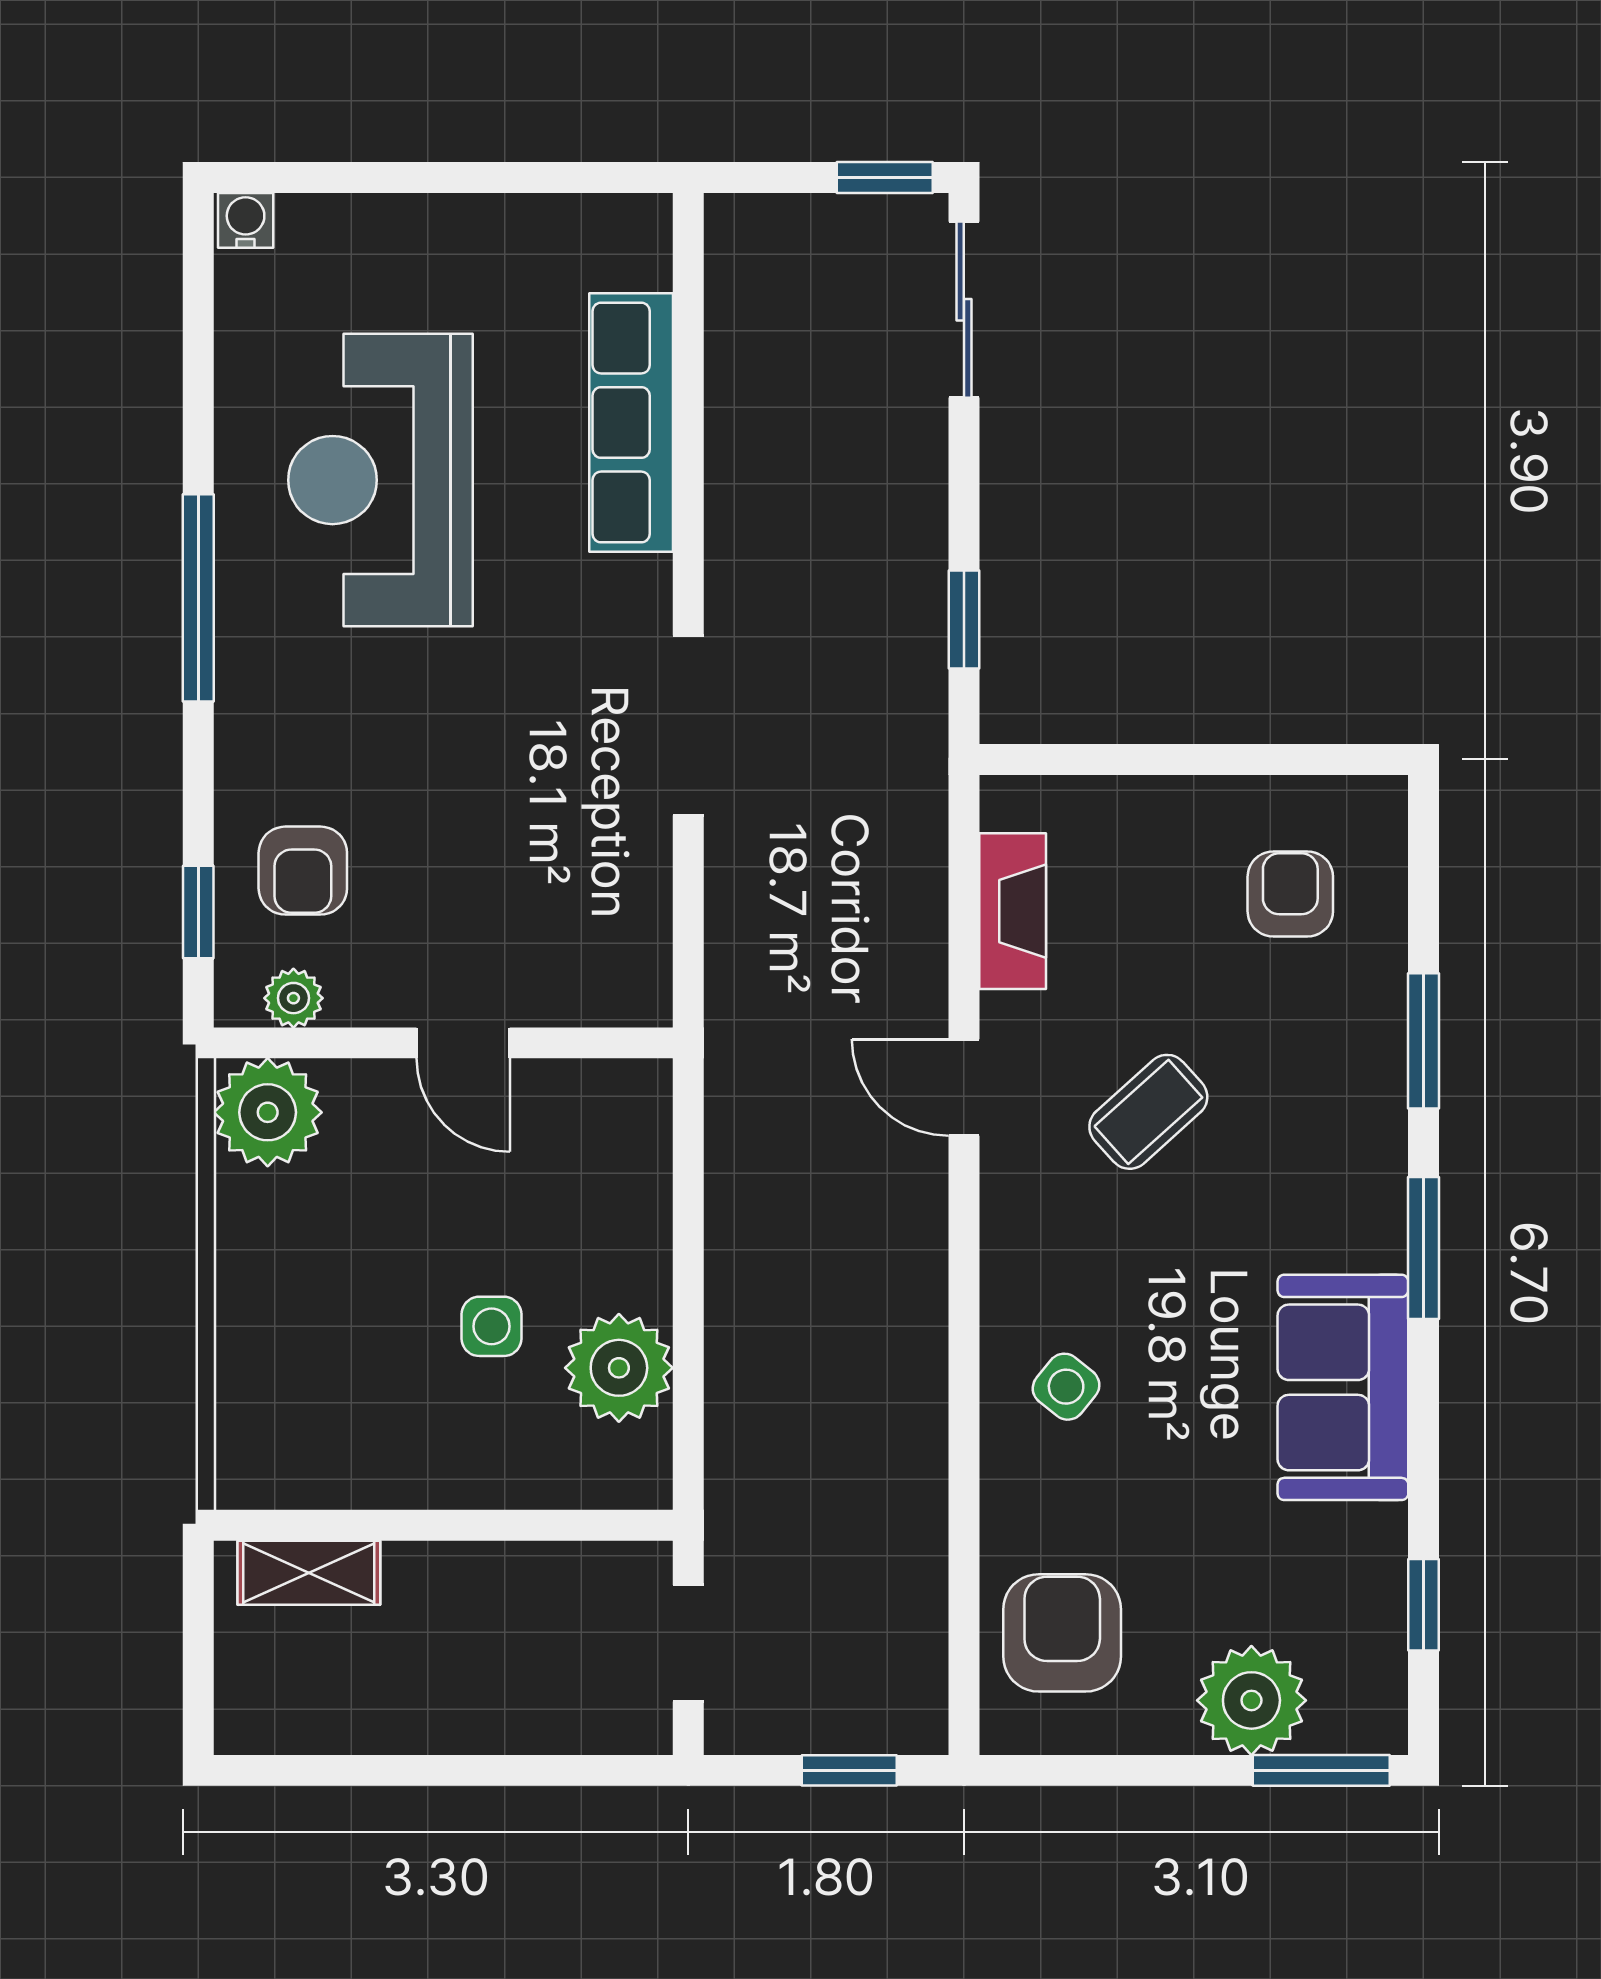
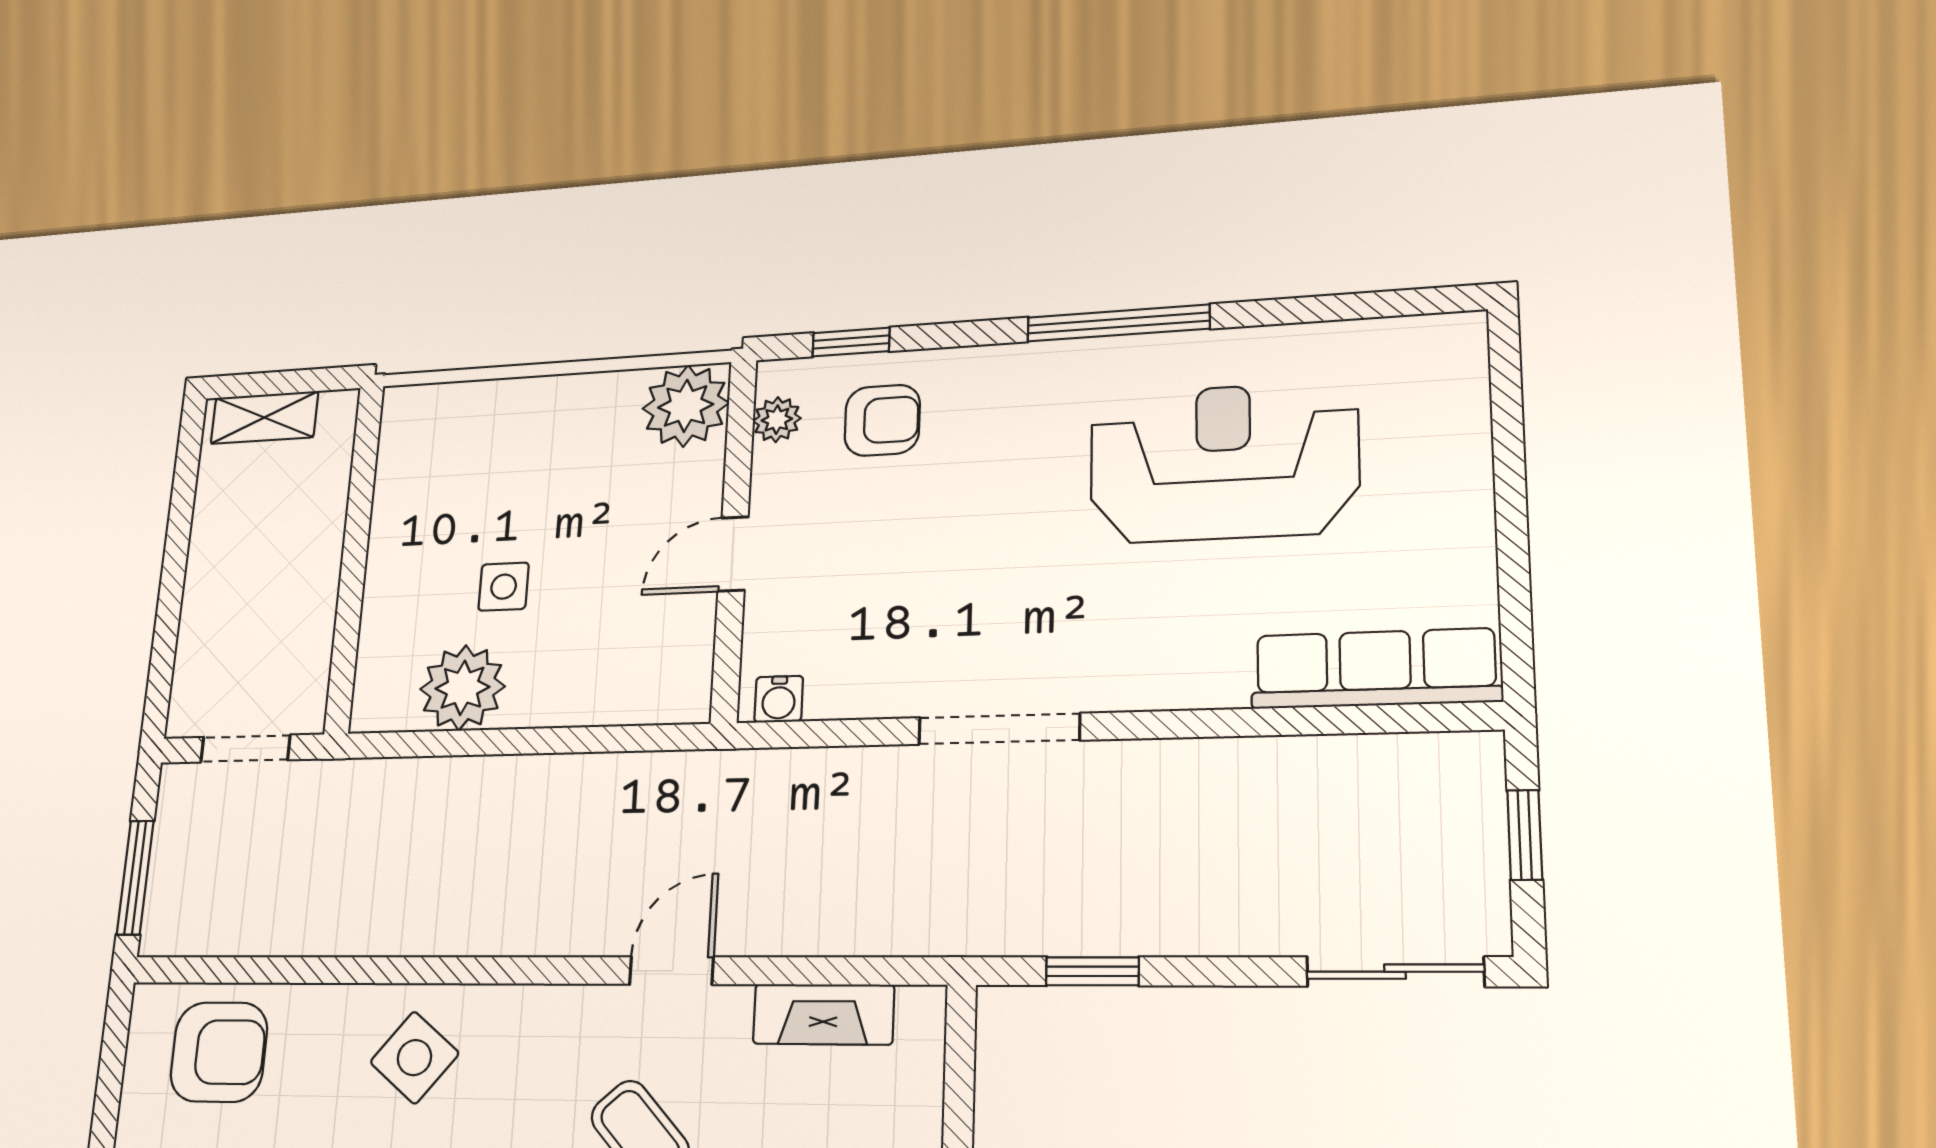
window: (885, 177) -> (1525, 835), moved
water cooler: (246, 220) -> (779, 699), moved, turned 90
row of seats: (631, 423) -> (1375, 669), moved
armchair: (303, 871) -> (882, 420), turned 180
side table: (1066, 1387) -> (414, 1058), width x1.37, depth x1.37
shelving: (309, 1573) -> (264, 417), moved, turned 90
window: (849, 1770) -> (135, 878), width x1.50

